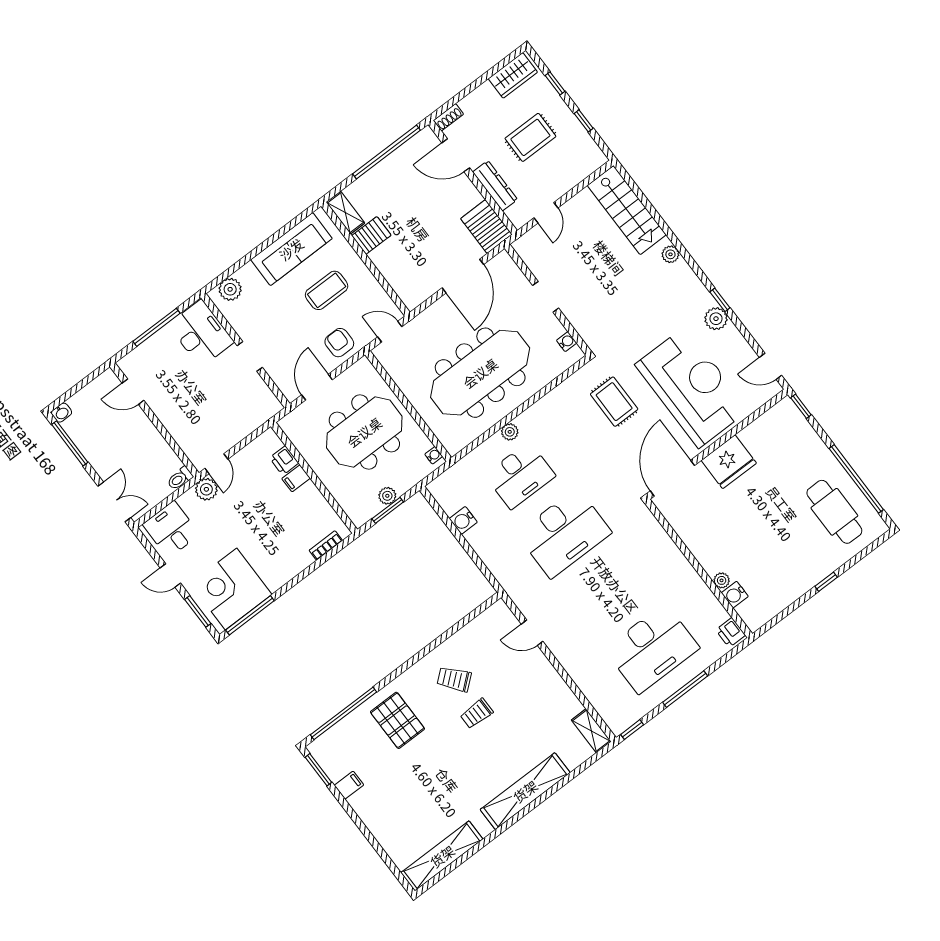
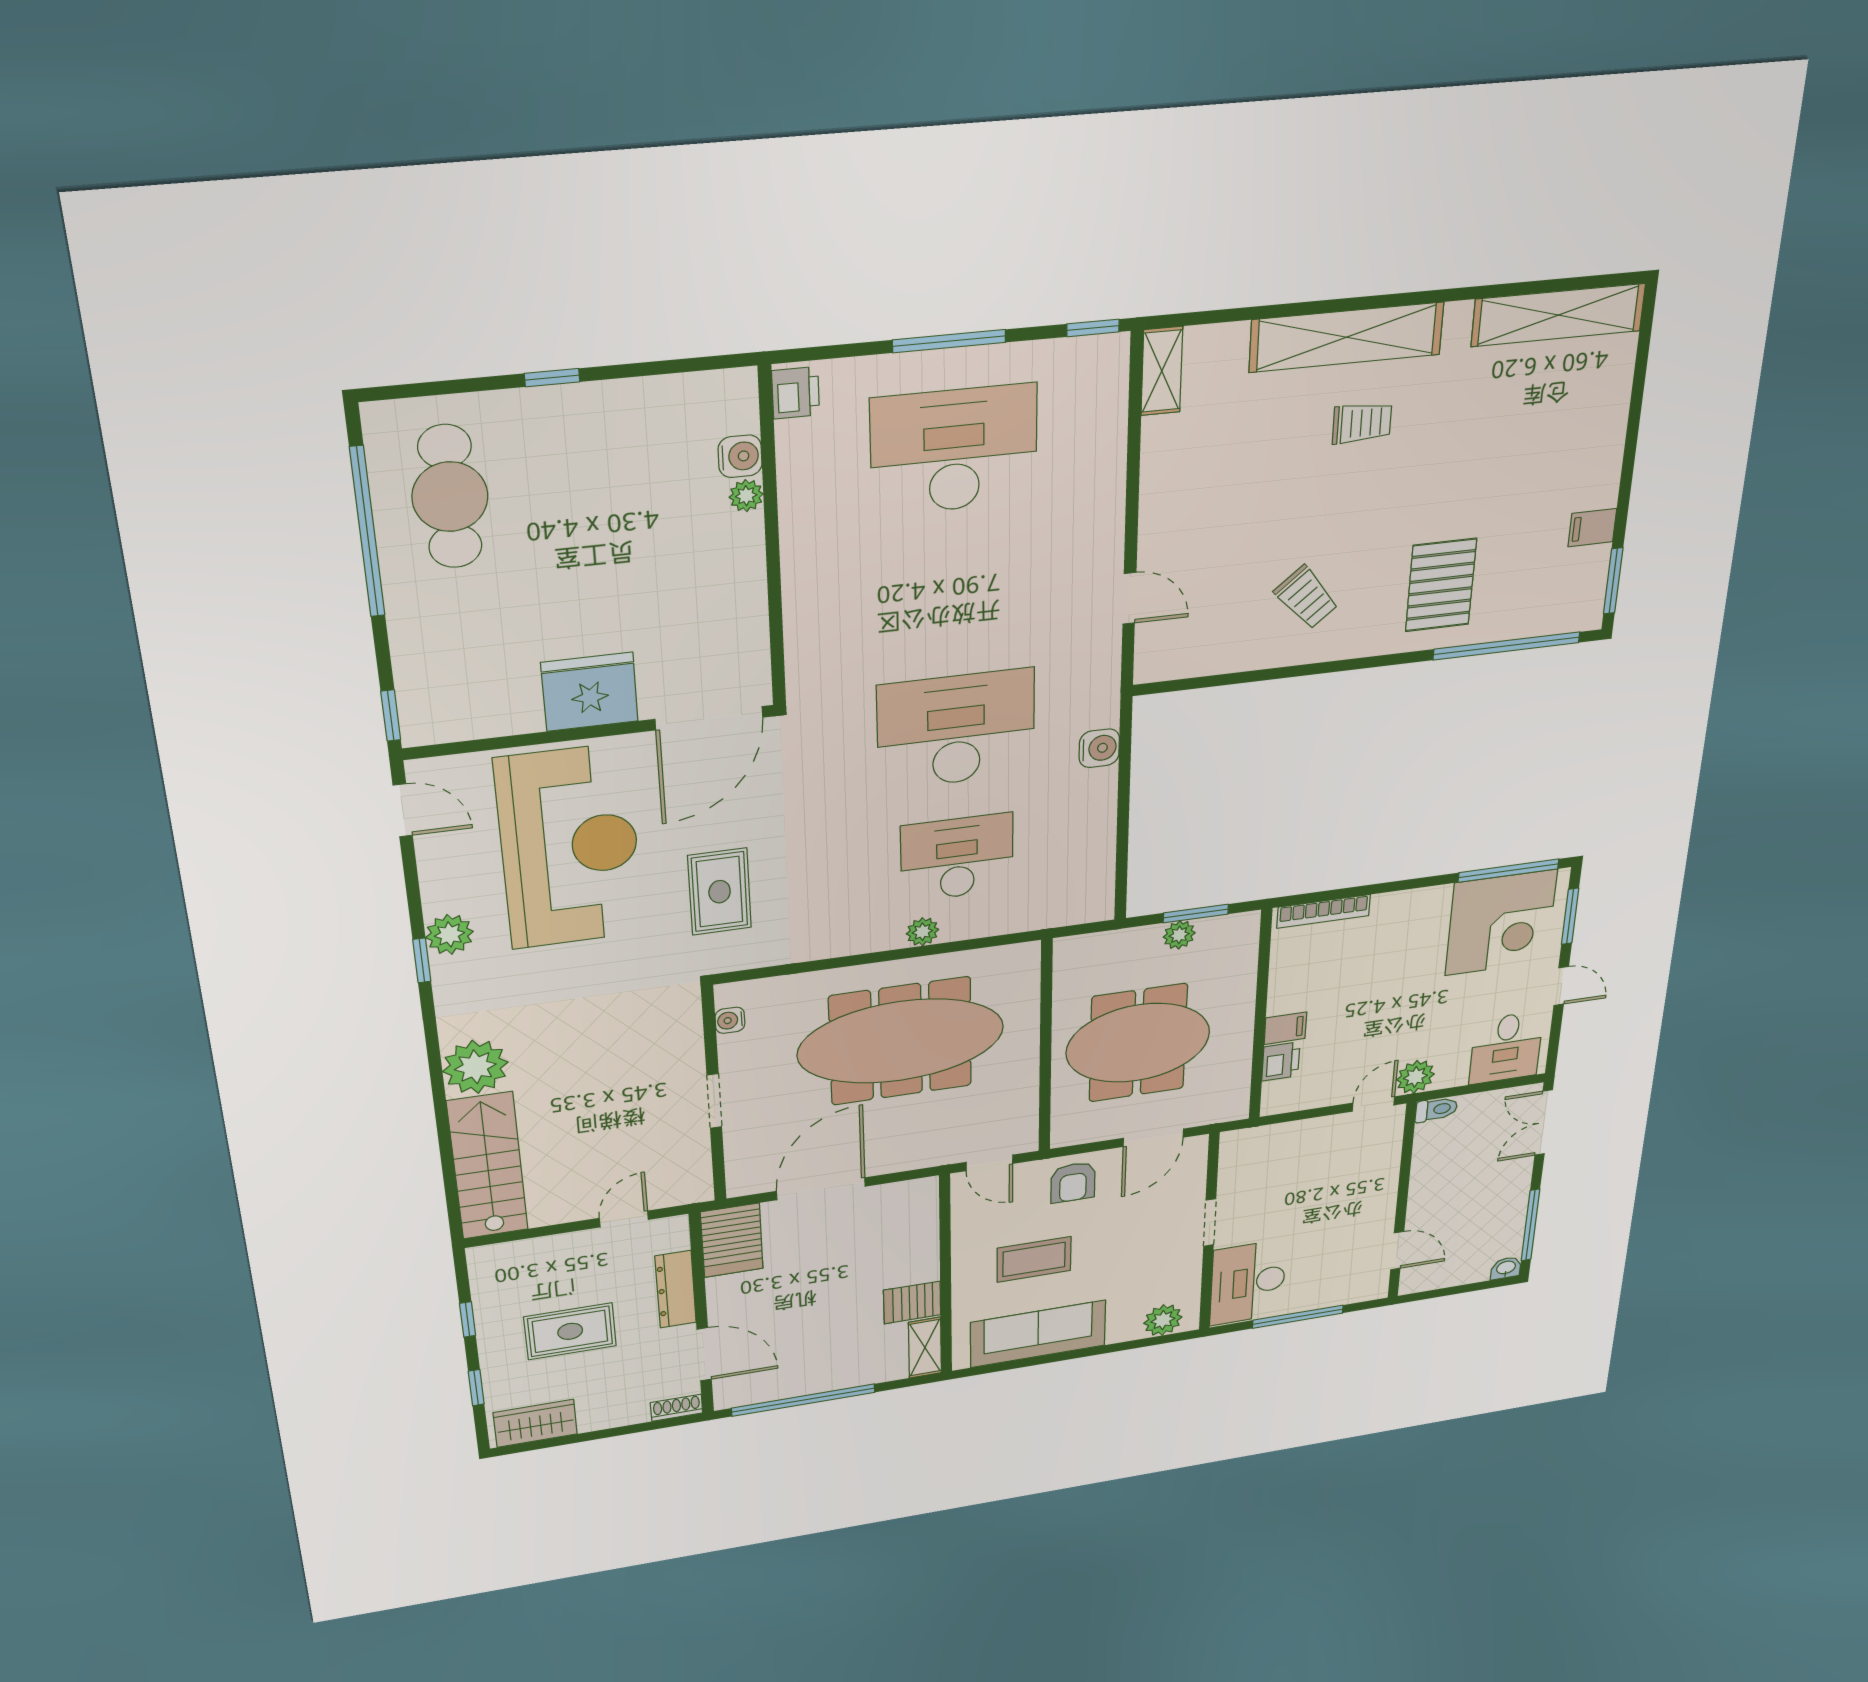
plant: (670, 254) -> (475, 1067), width x1.88, depth x1.88
reception desk: (692, 387) -> (570, 847), turned 180
water cooler: (434, 455) -> (1065, 957), removed
water cooler: (463, 520) -> (1099, 748), moved
bookcase: (326, 545) -> (1324, 911), width x1.56
trolley: (477, 714) -> (1362, 423), moved

